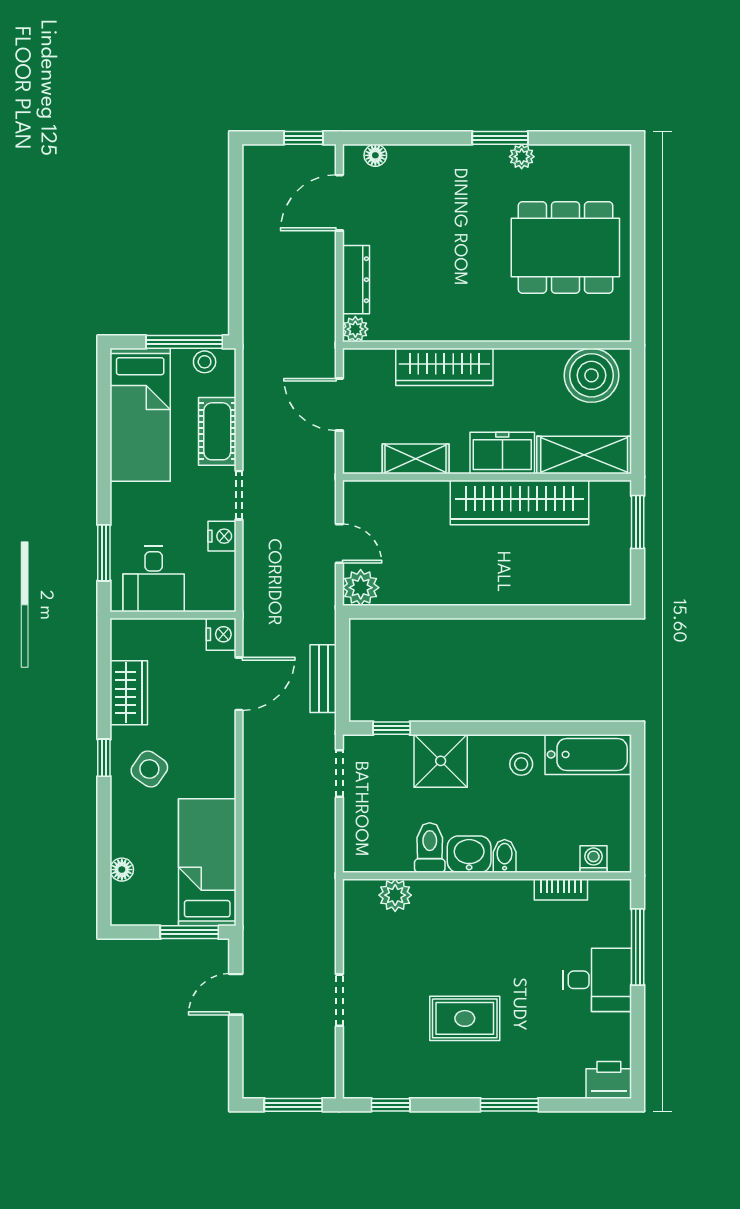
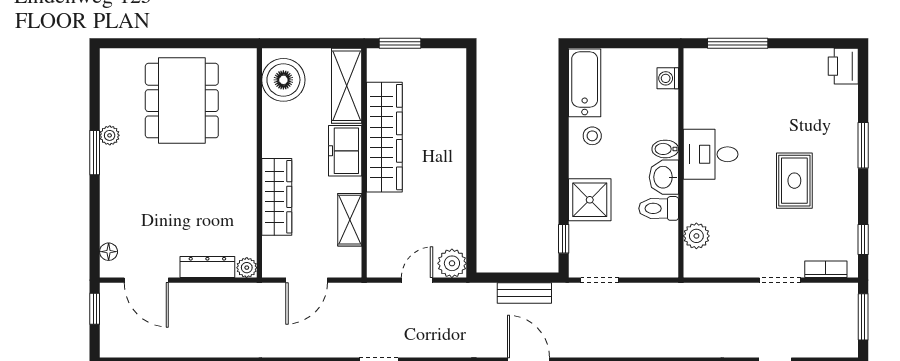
bookcase: (561, 889) -> (826, 269), moved, turned -90
desk: (597, 980) -> (711, 154), moved, turned -90

